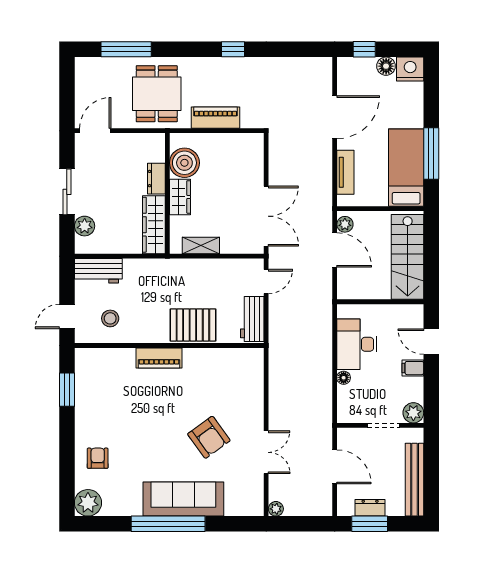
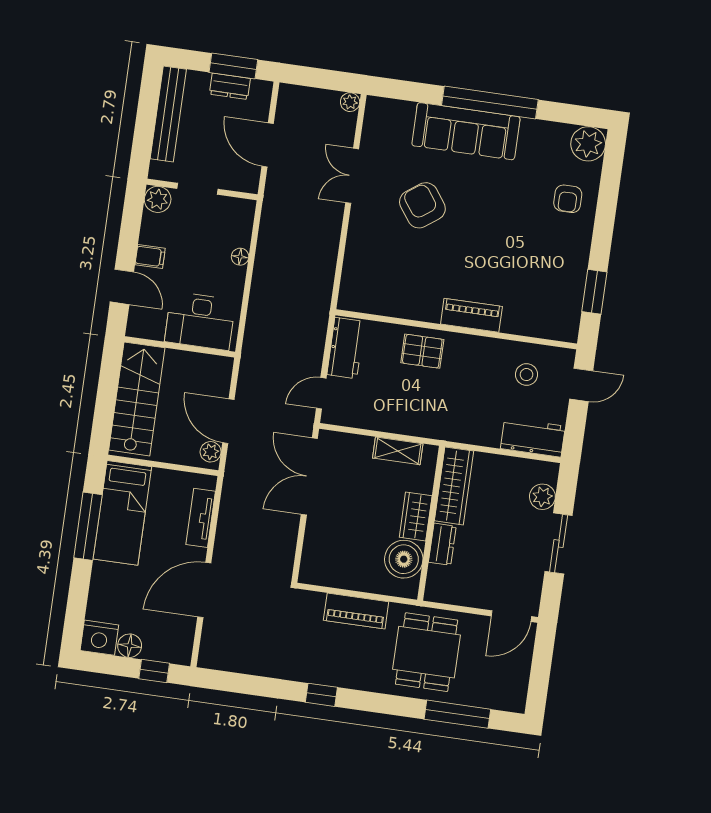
pallet: (193, 325) -> (422, 351), width x0.67, depth x0.71
desk: (357, 344) -> (200, 321), moved, turned 90

